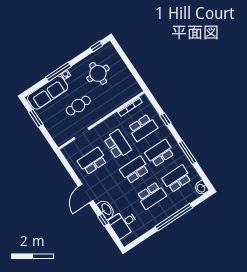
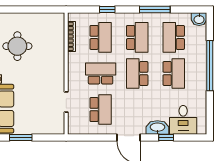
cafe table: (78, 106) -> (36, 87), removed
school desk: (160, 153) -> (137, 37), turned 180
school desk: (92, 161) -> (101, 110), turned 180

